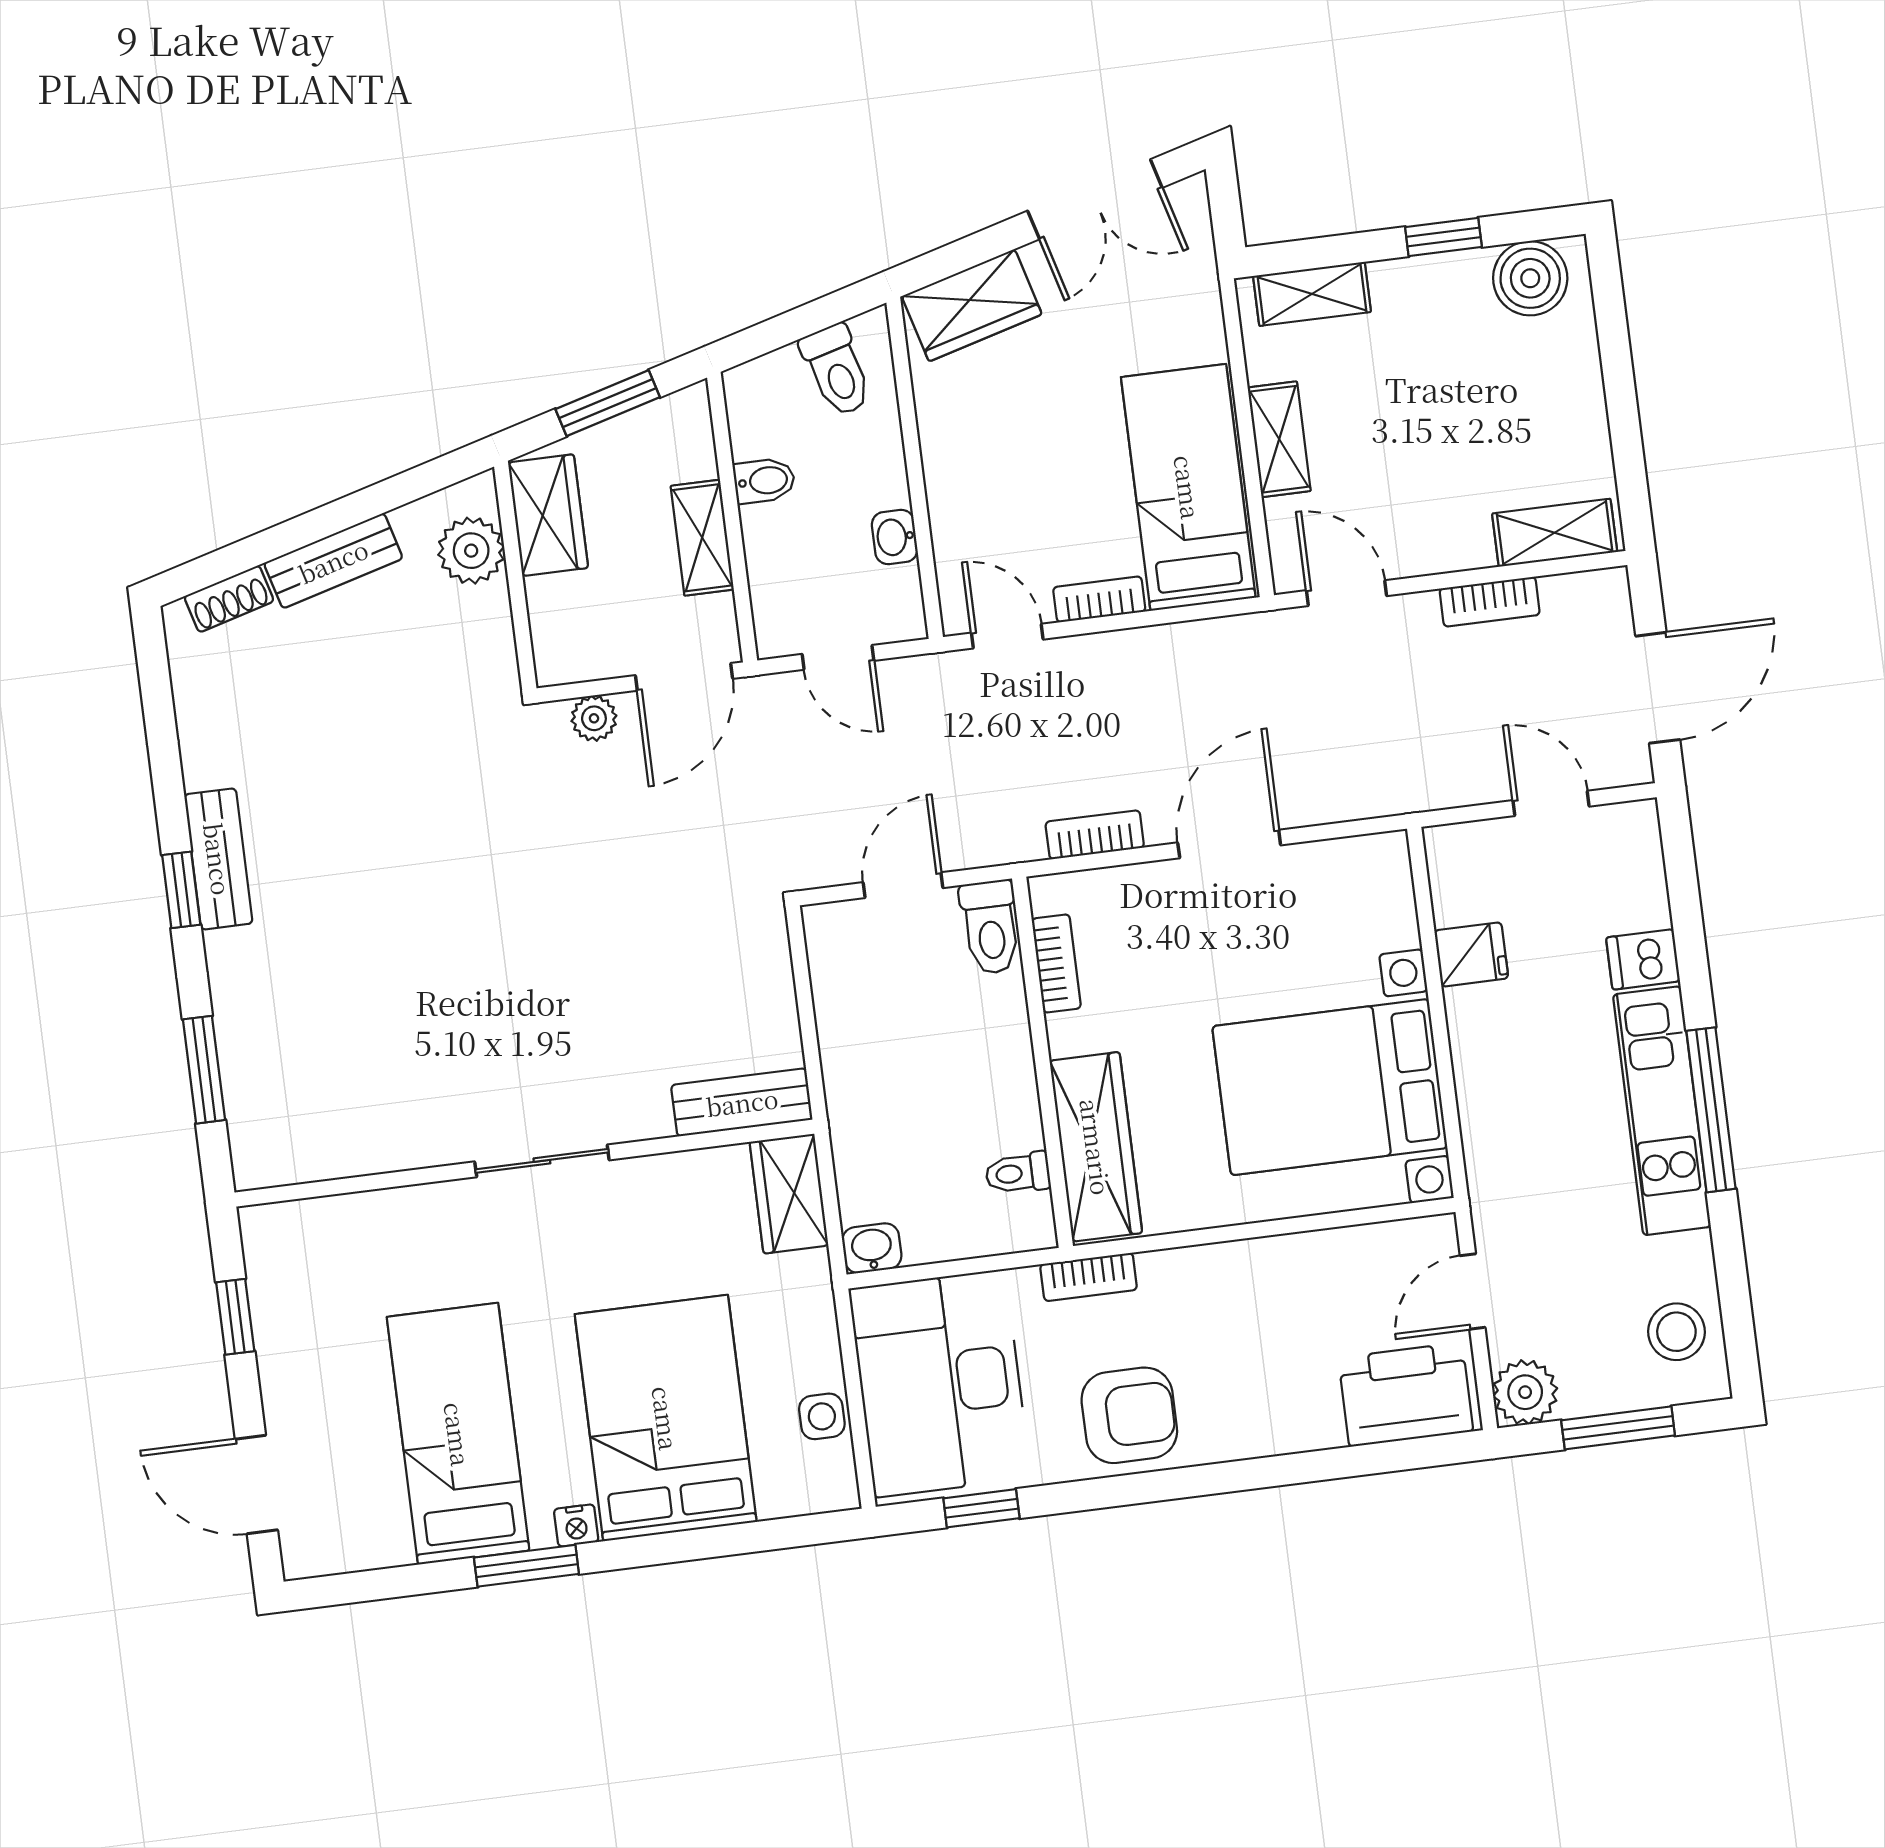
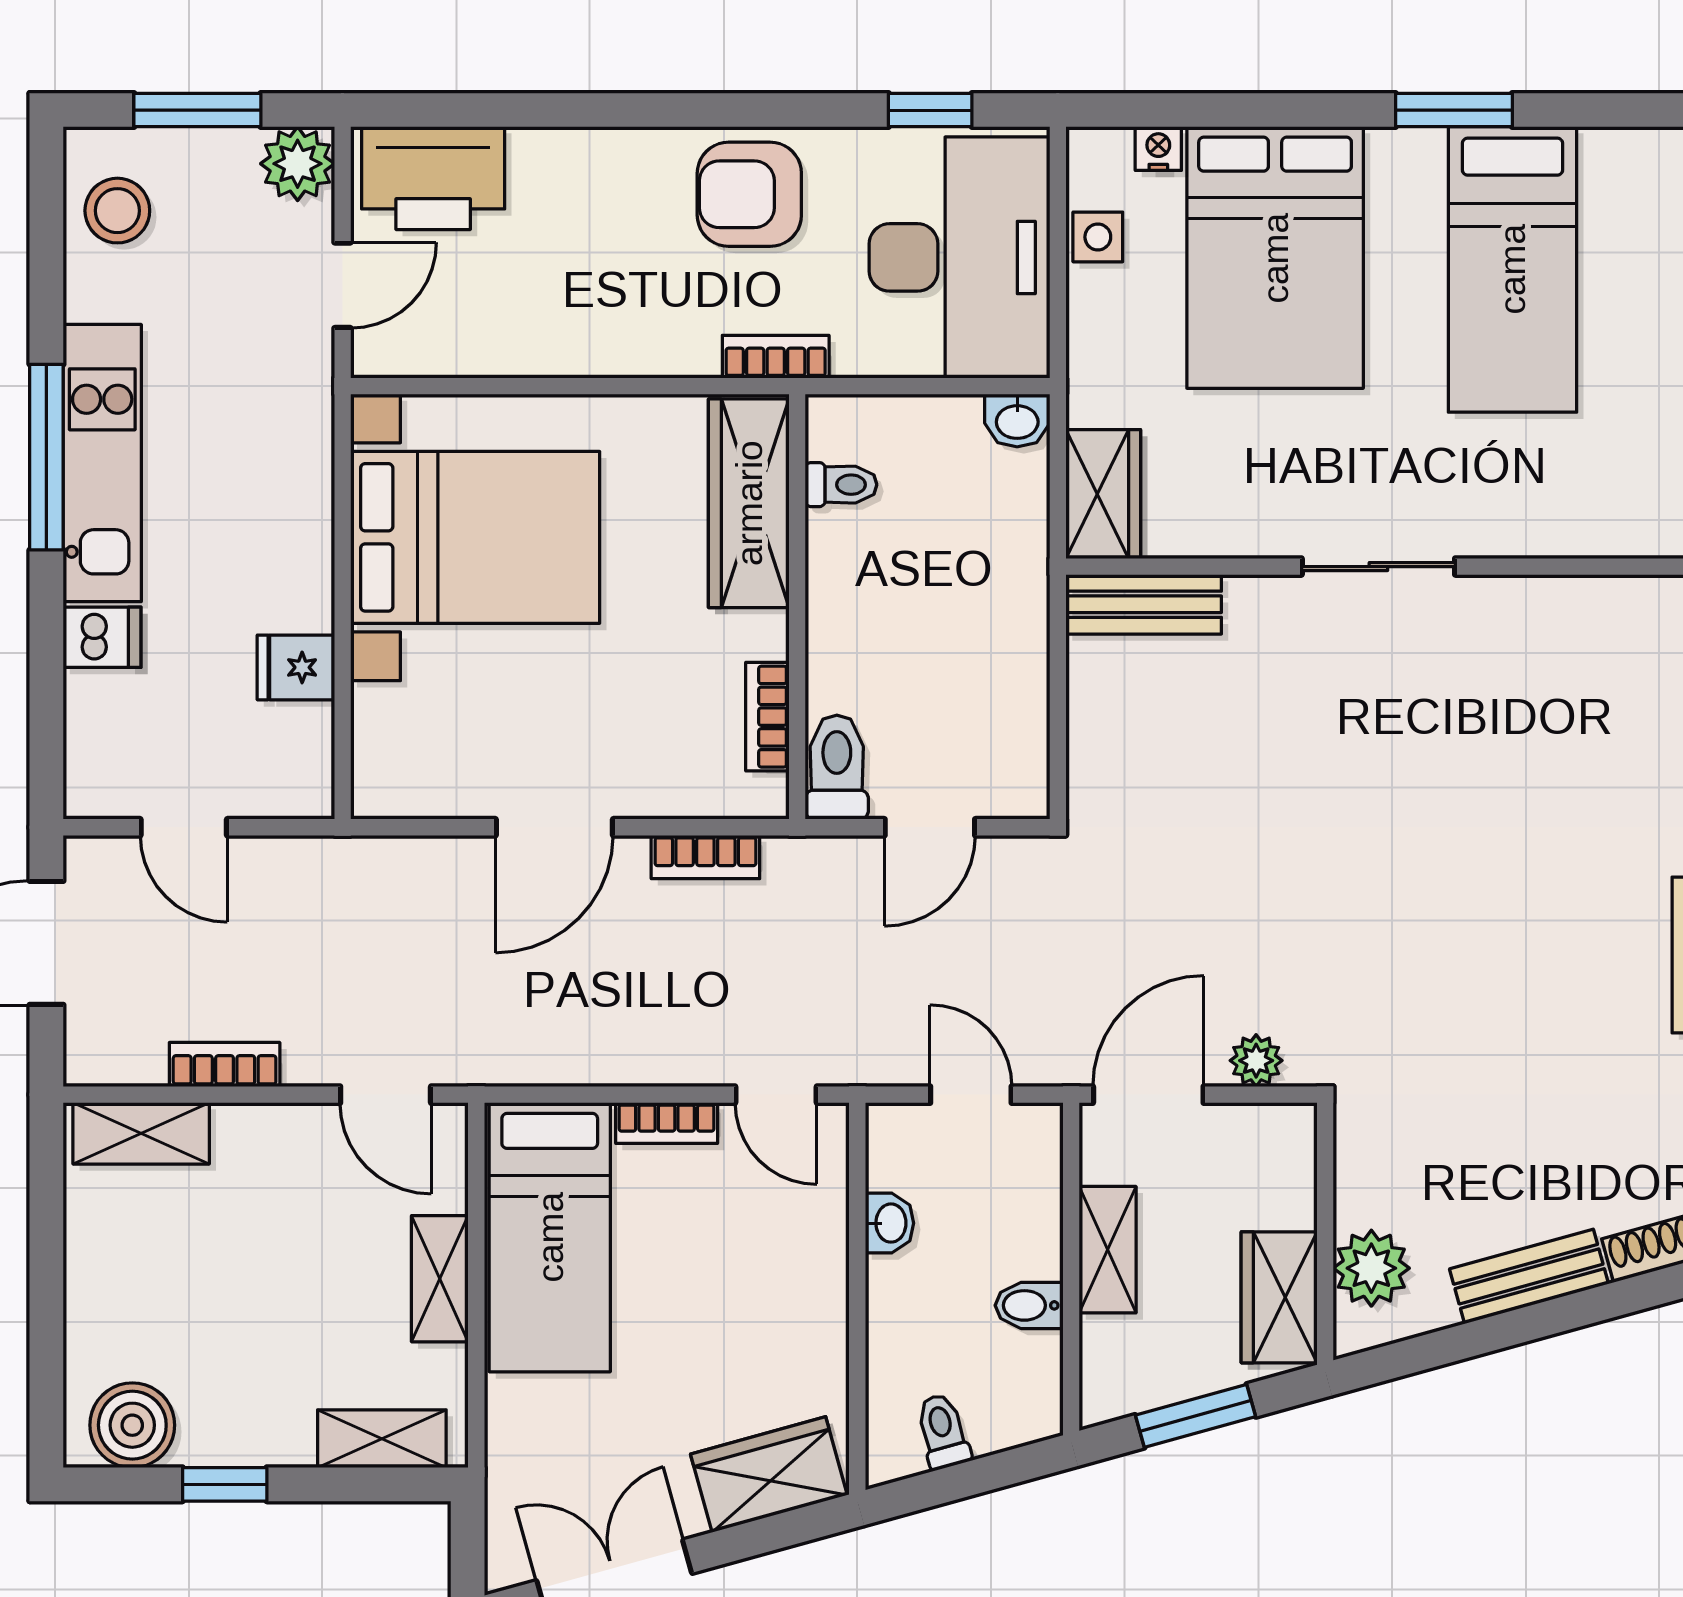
toilet: (837, 370) -> (943, 1431), width x0.73, depth x0.72
nightstand: (576, 1525) -> (1158, 149), moved

